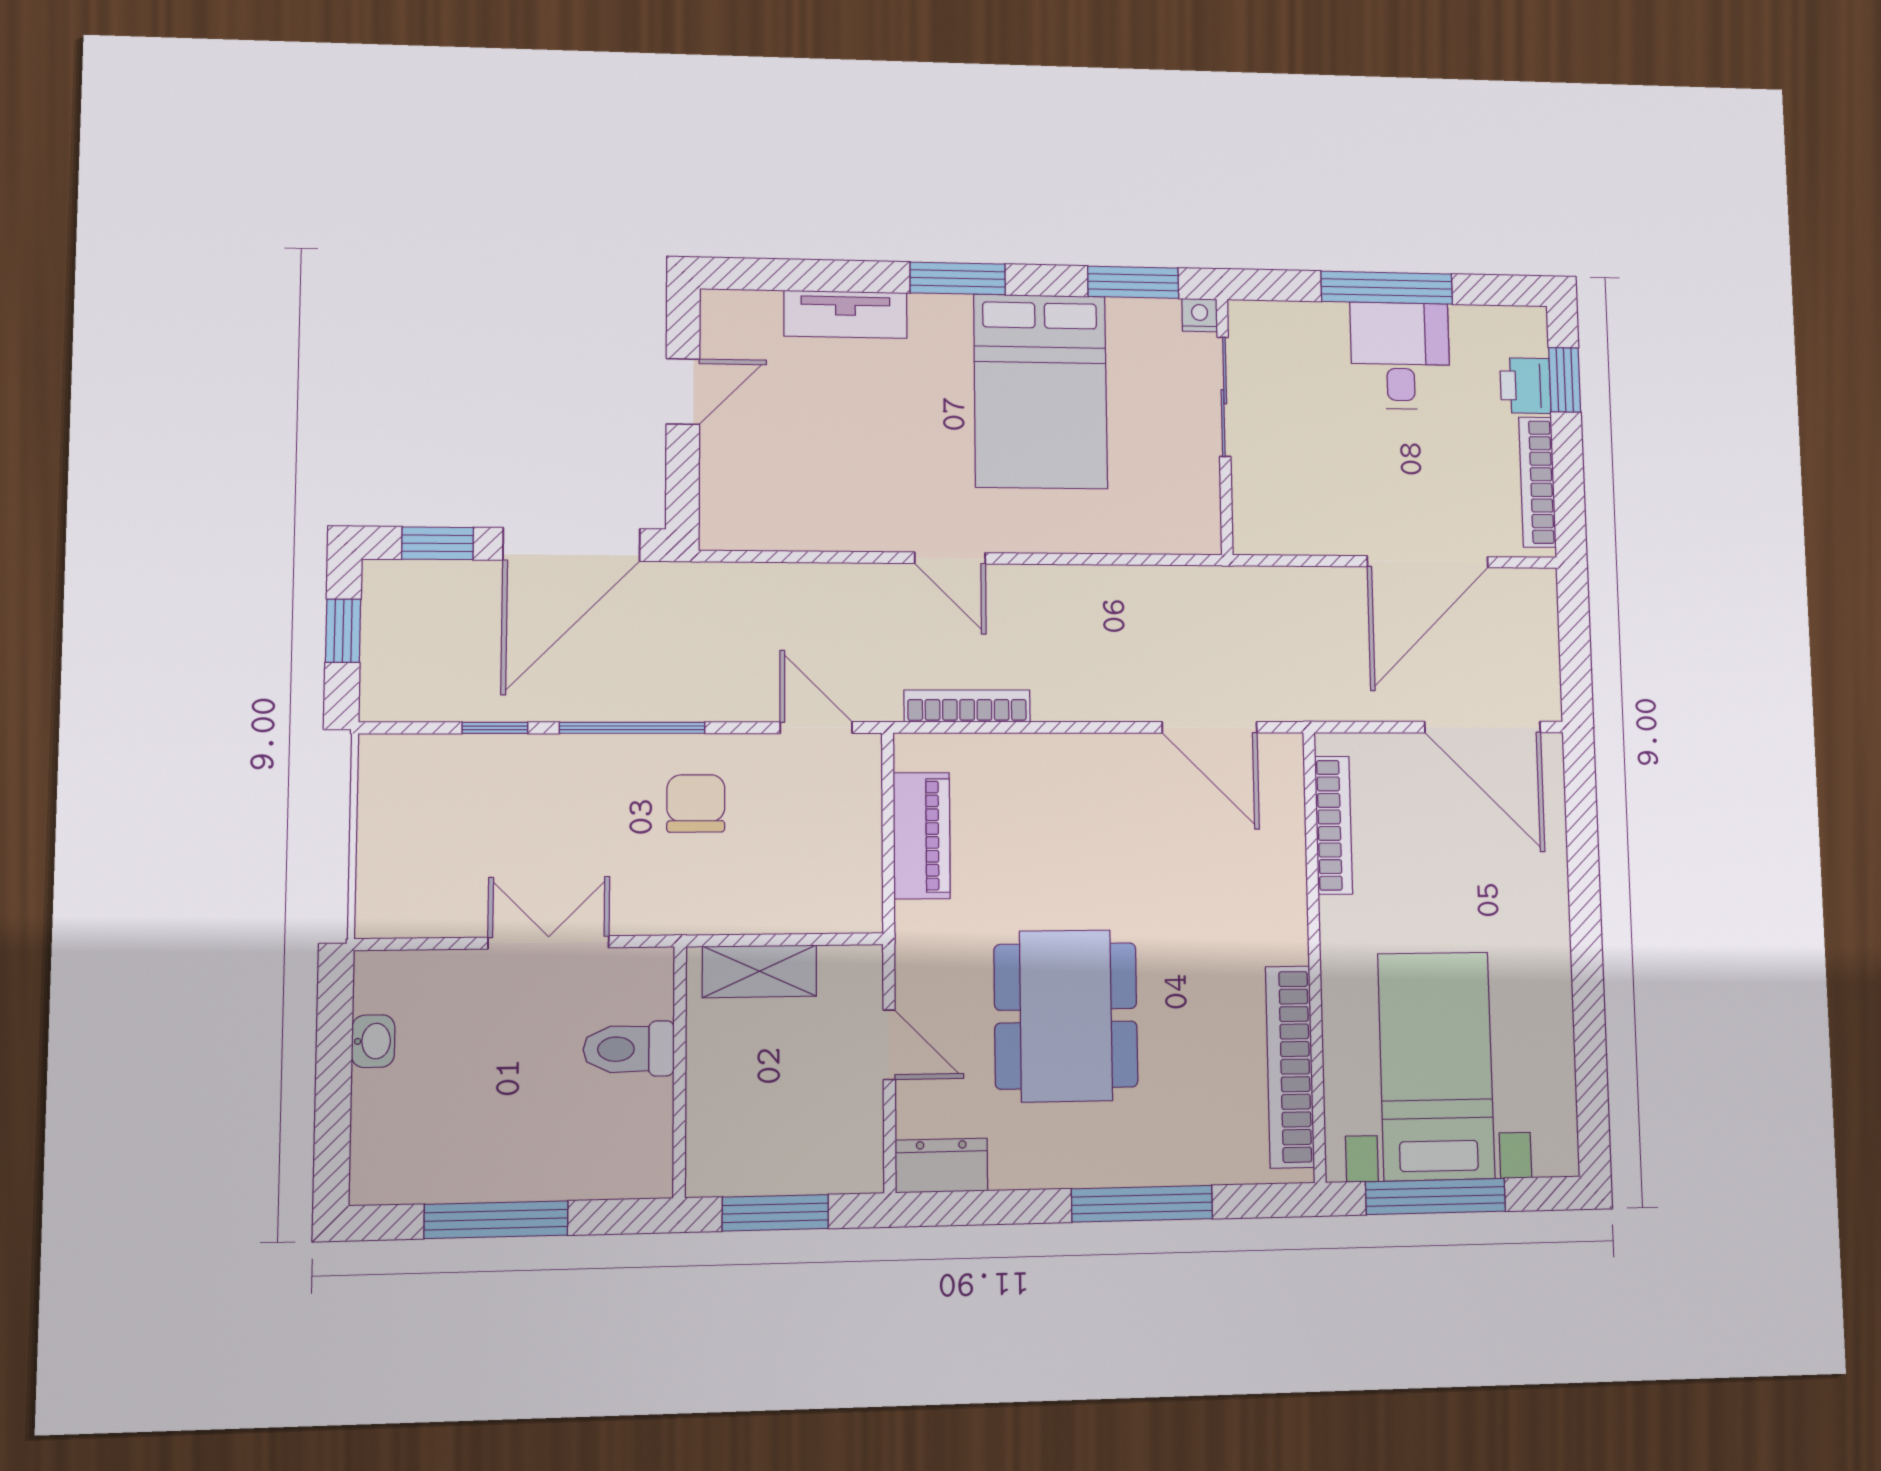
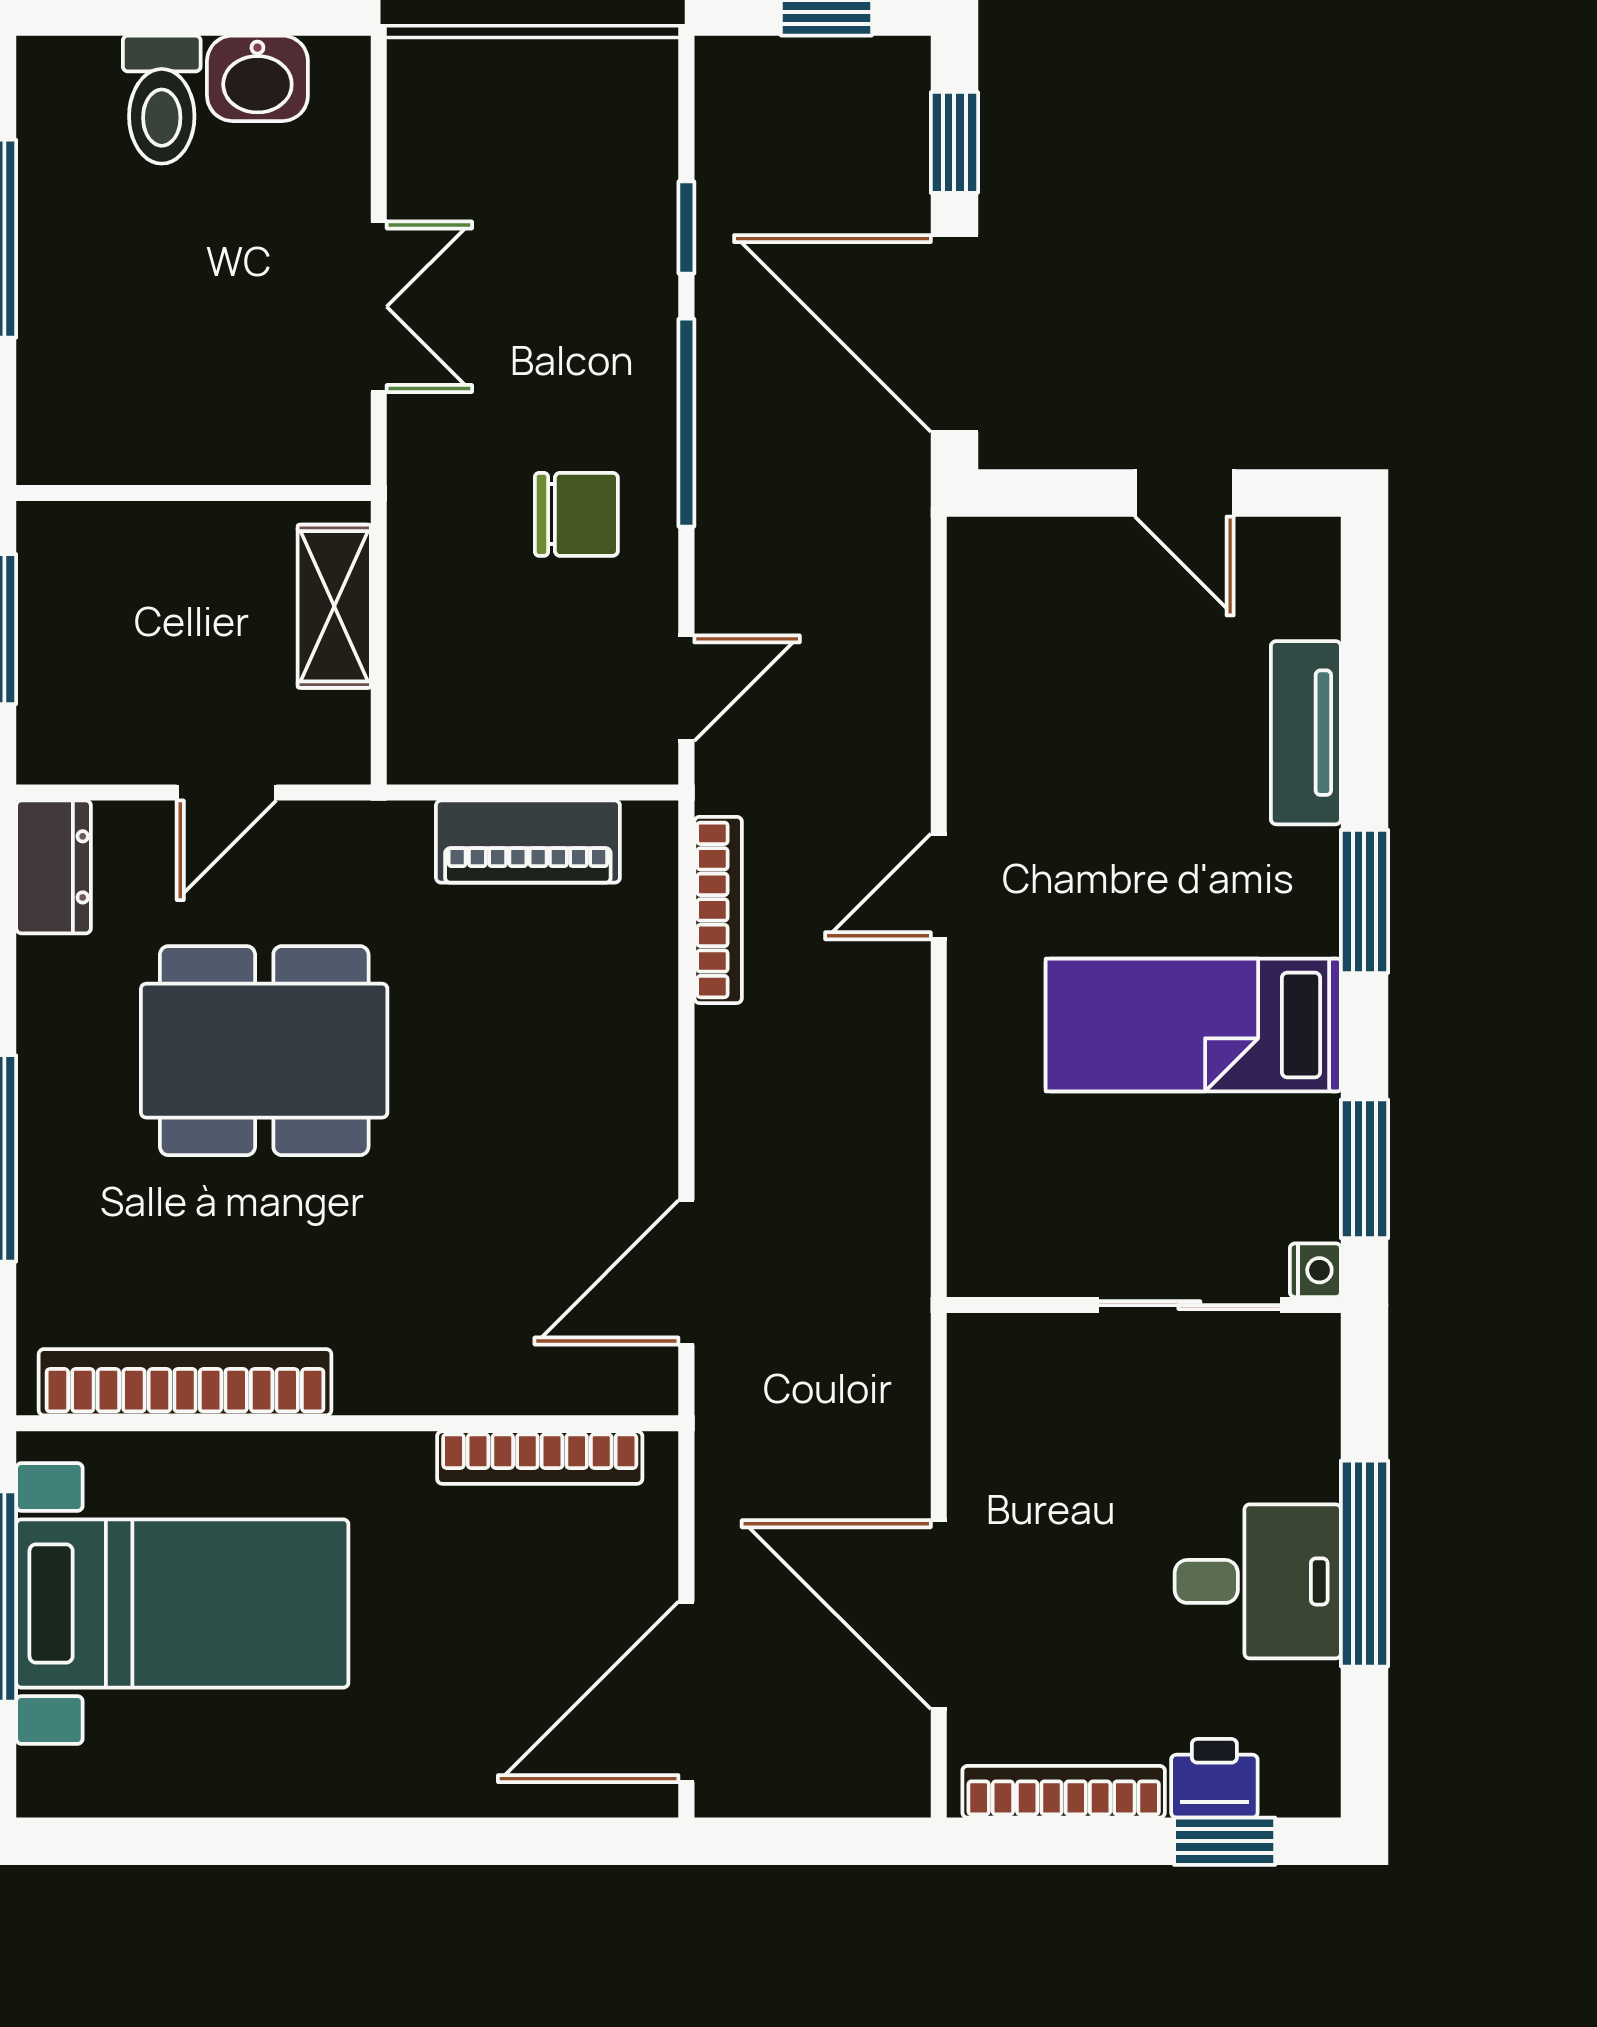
bed: (1041, 391) -> (1193, 1025), width x0.67
washbasin: (373, 1041) -> (257, 78), width x1.38, depth x1.45
toilet: (629, 1049) -> (162, 100), moved, turned 180

